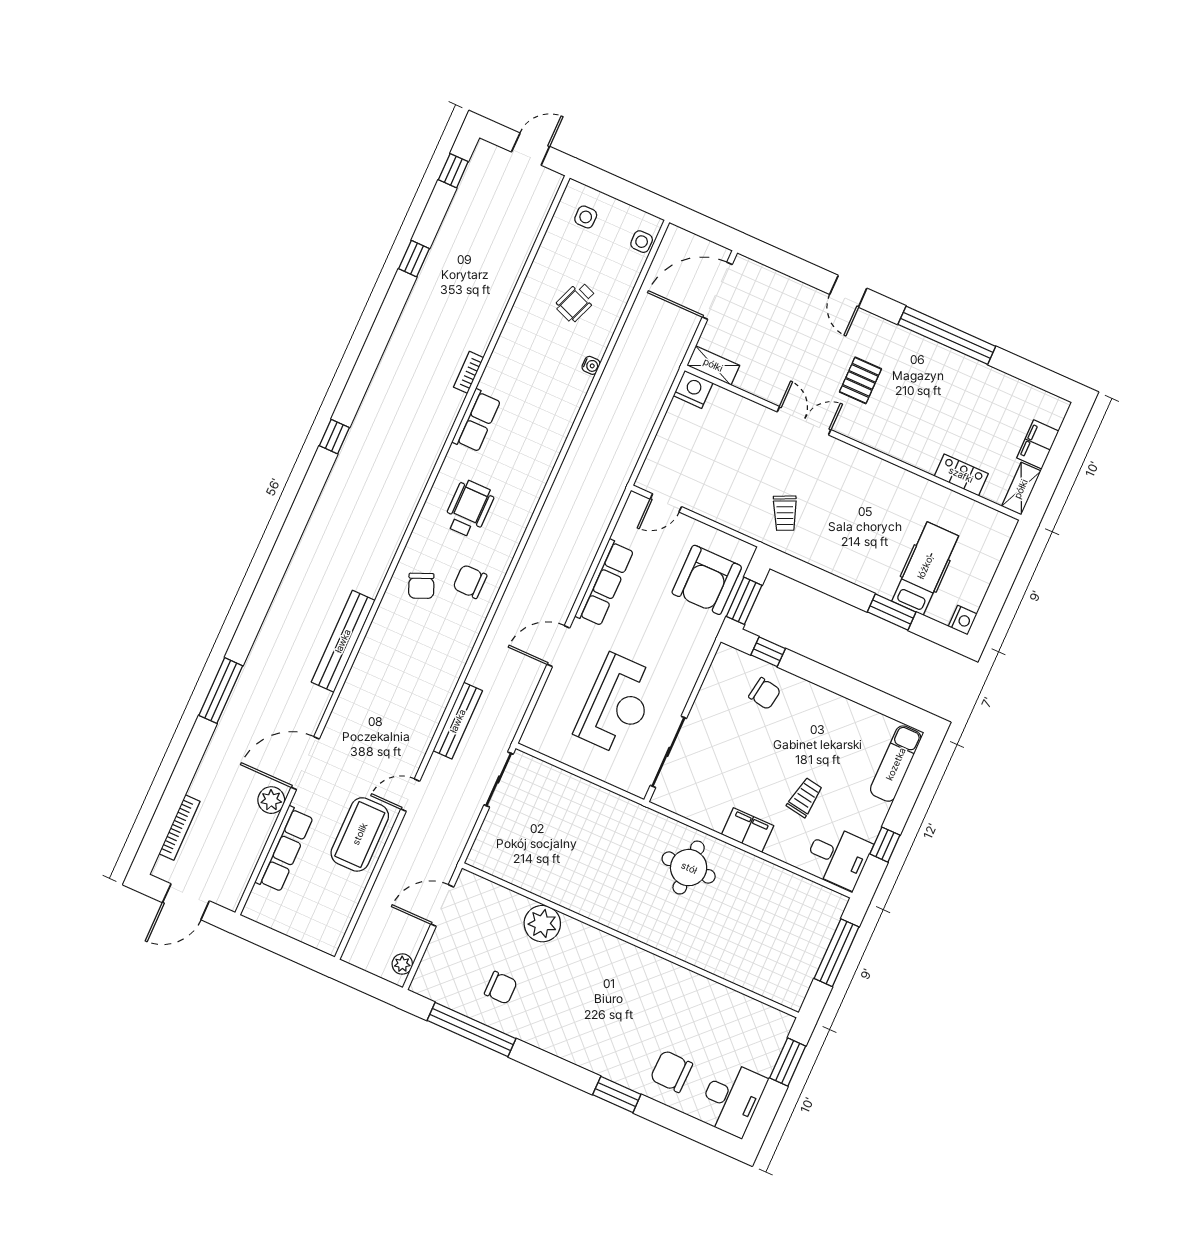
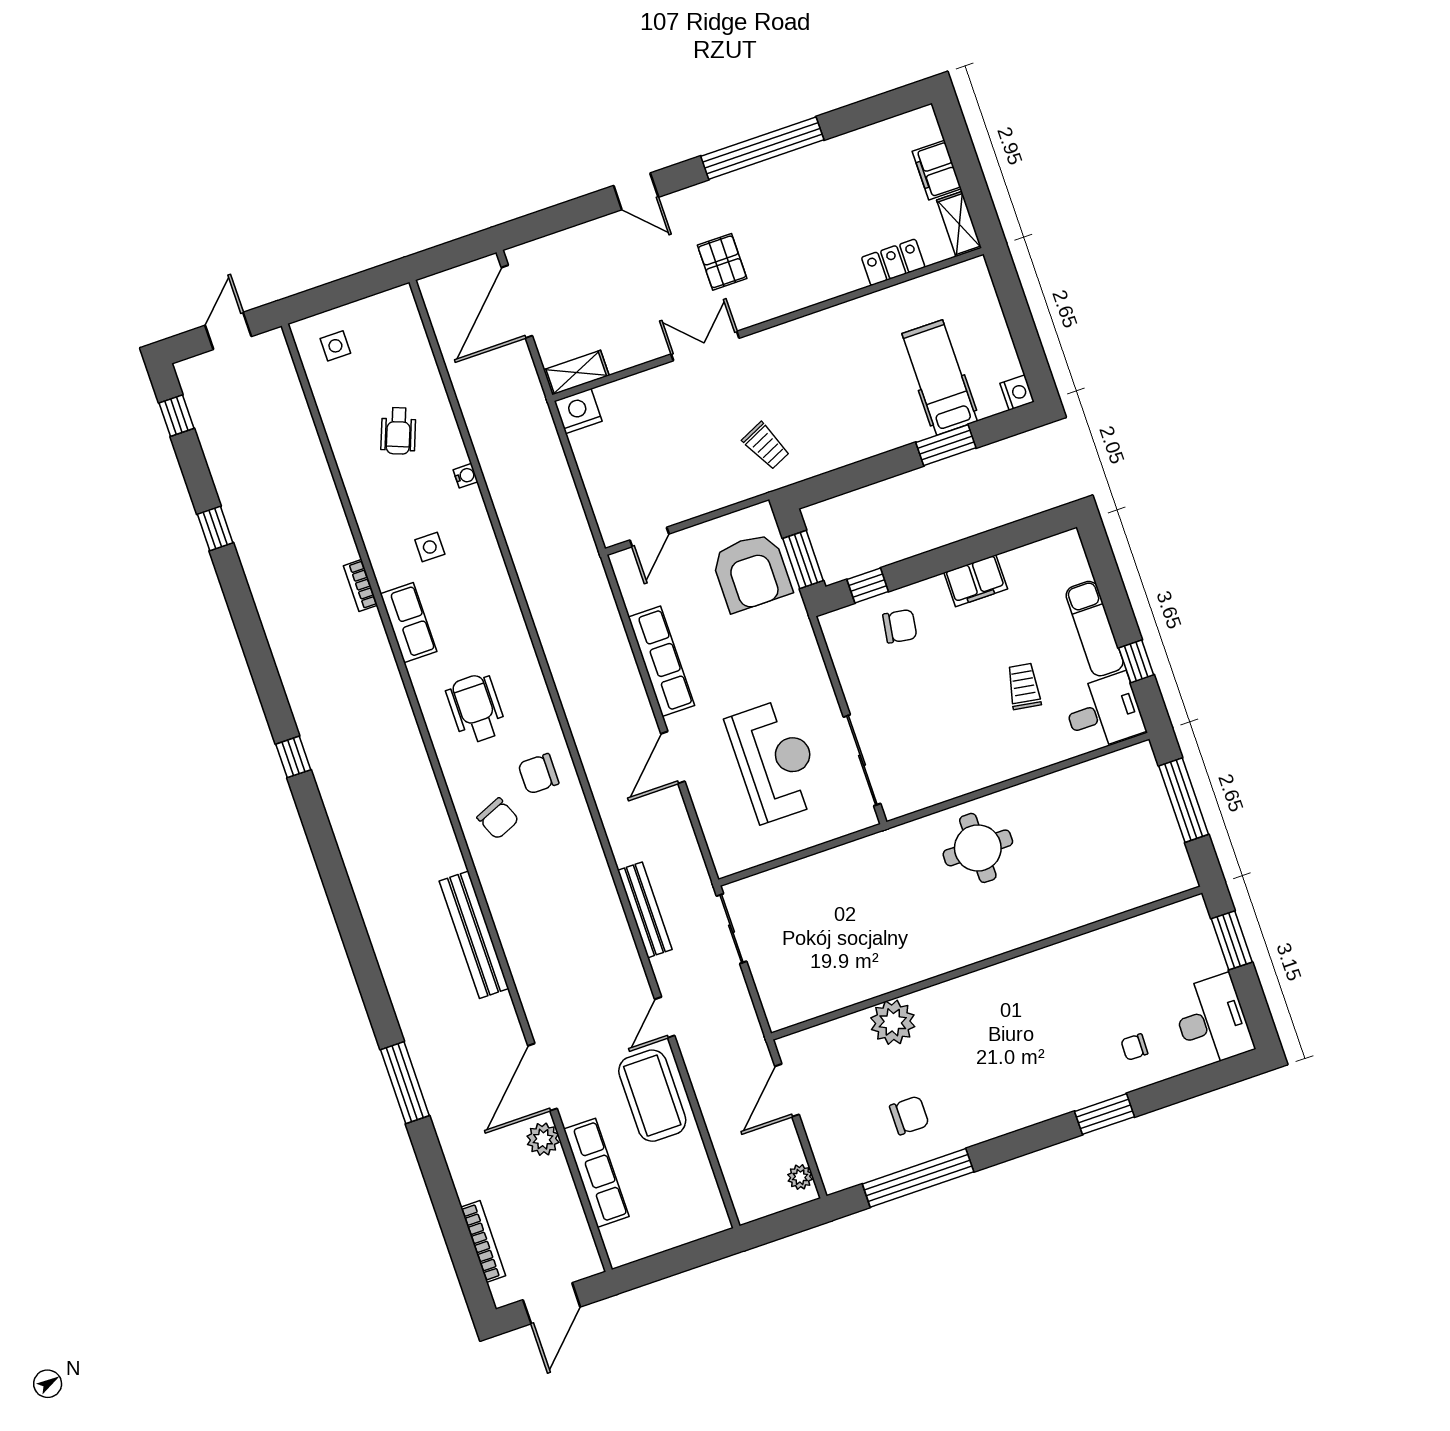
side table: (642, 242) -> (430, 547), moved
exam couch: (896, 764) -> (1095, 629), moved
filing cabinet: (748, 830) -> (976, 581), moved, turned 180
chair: (671, 1071) -> (1134, 1047), width x0.54, depth x0.54

